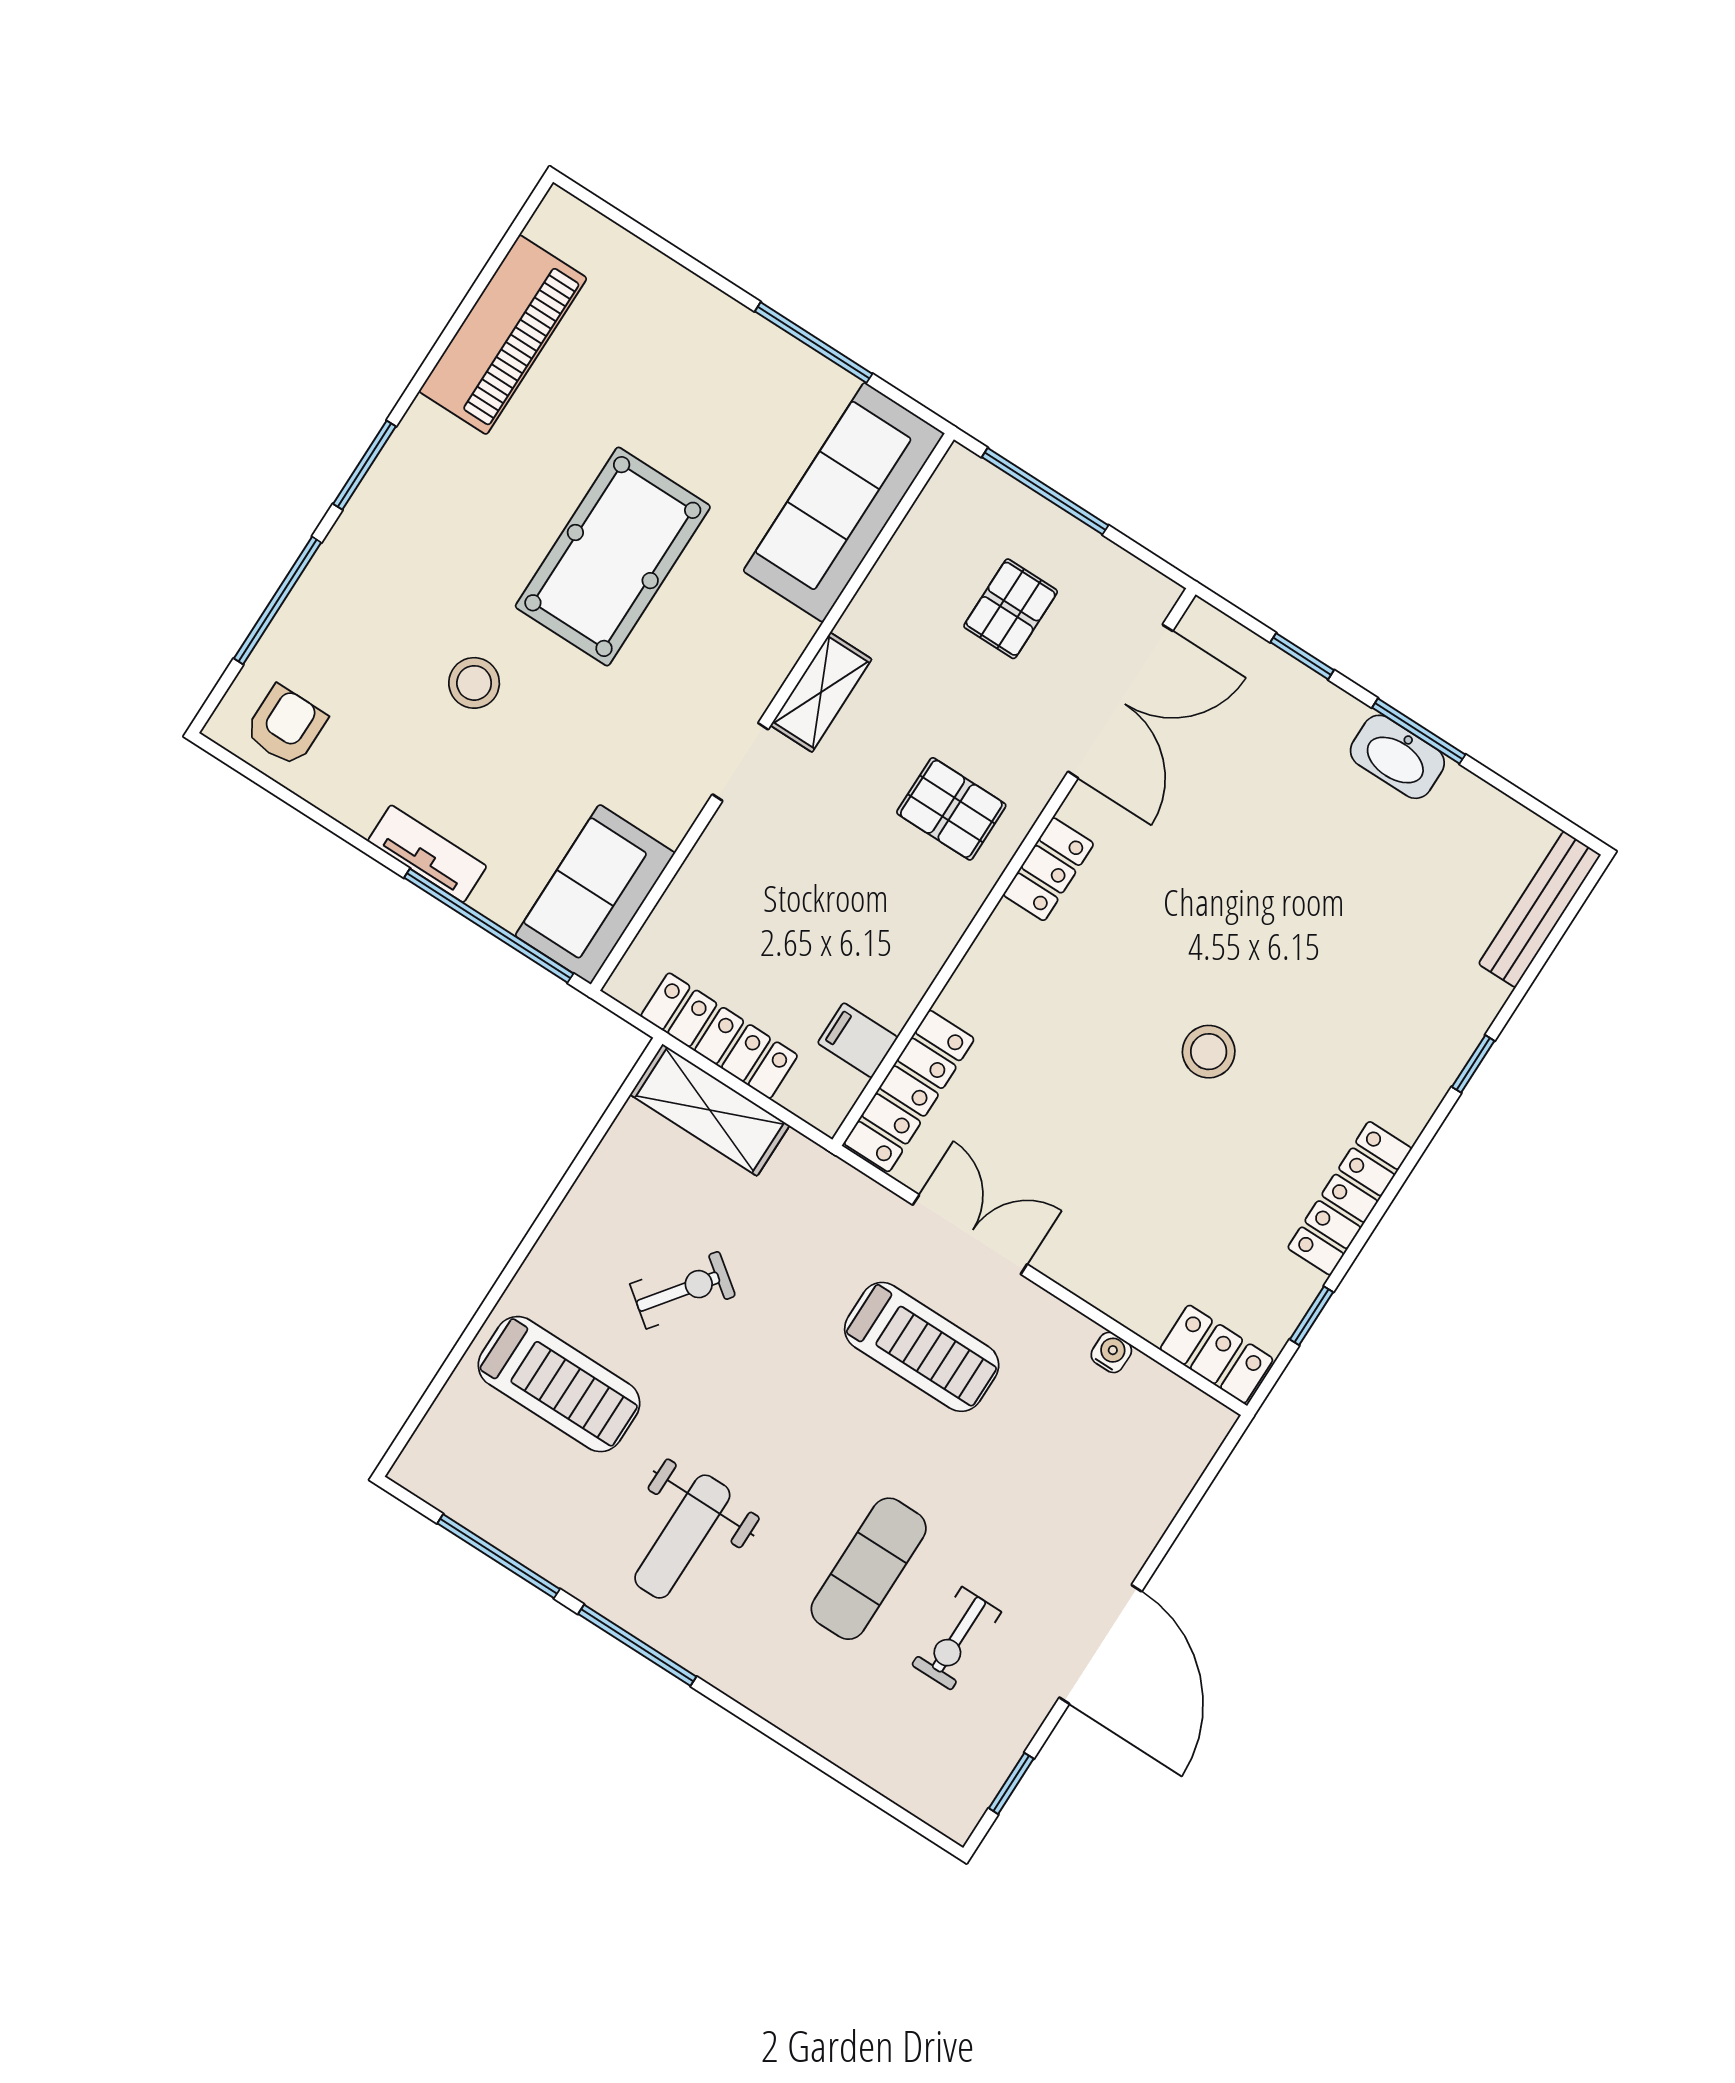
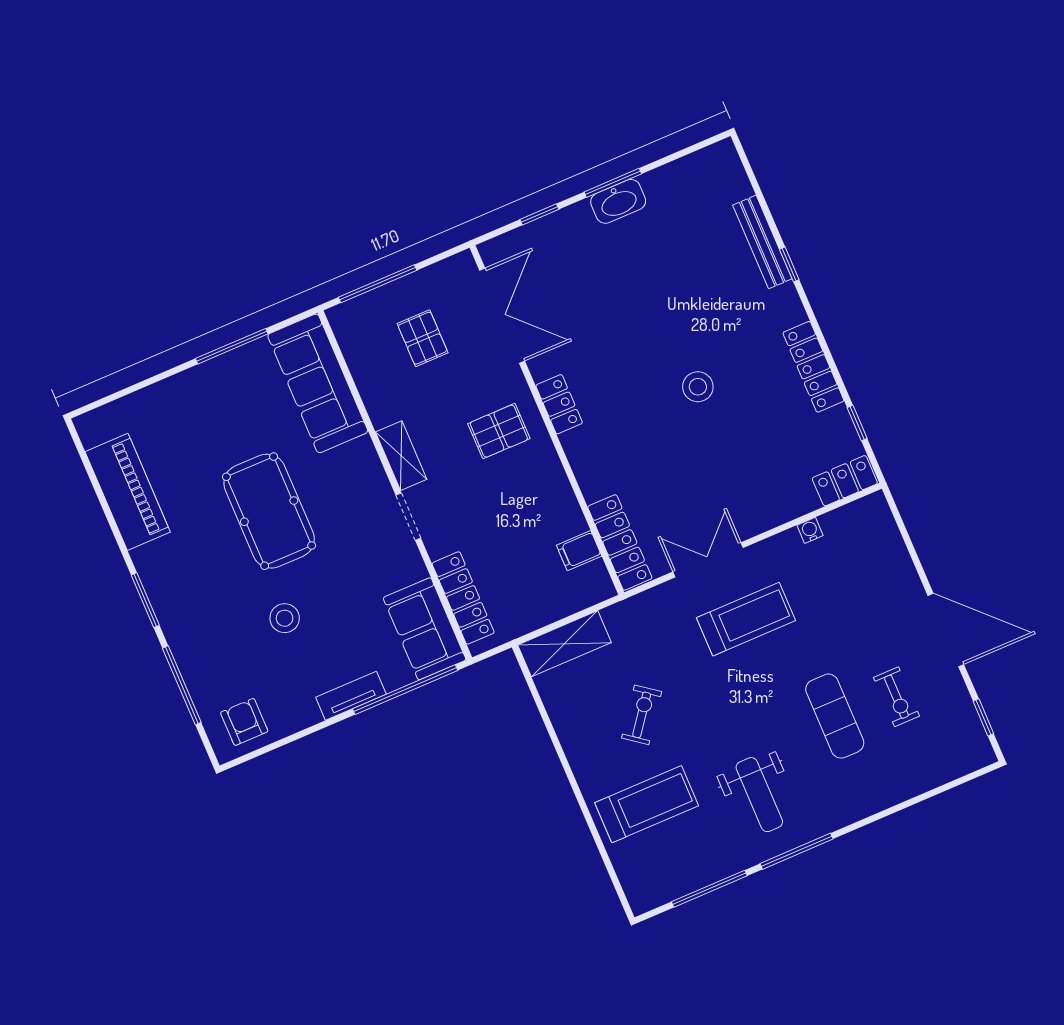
bench: (1540, 909) -> (762, 242), moved
locker: (719, 1036) -> (463, 598), moved, turned 90

